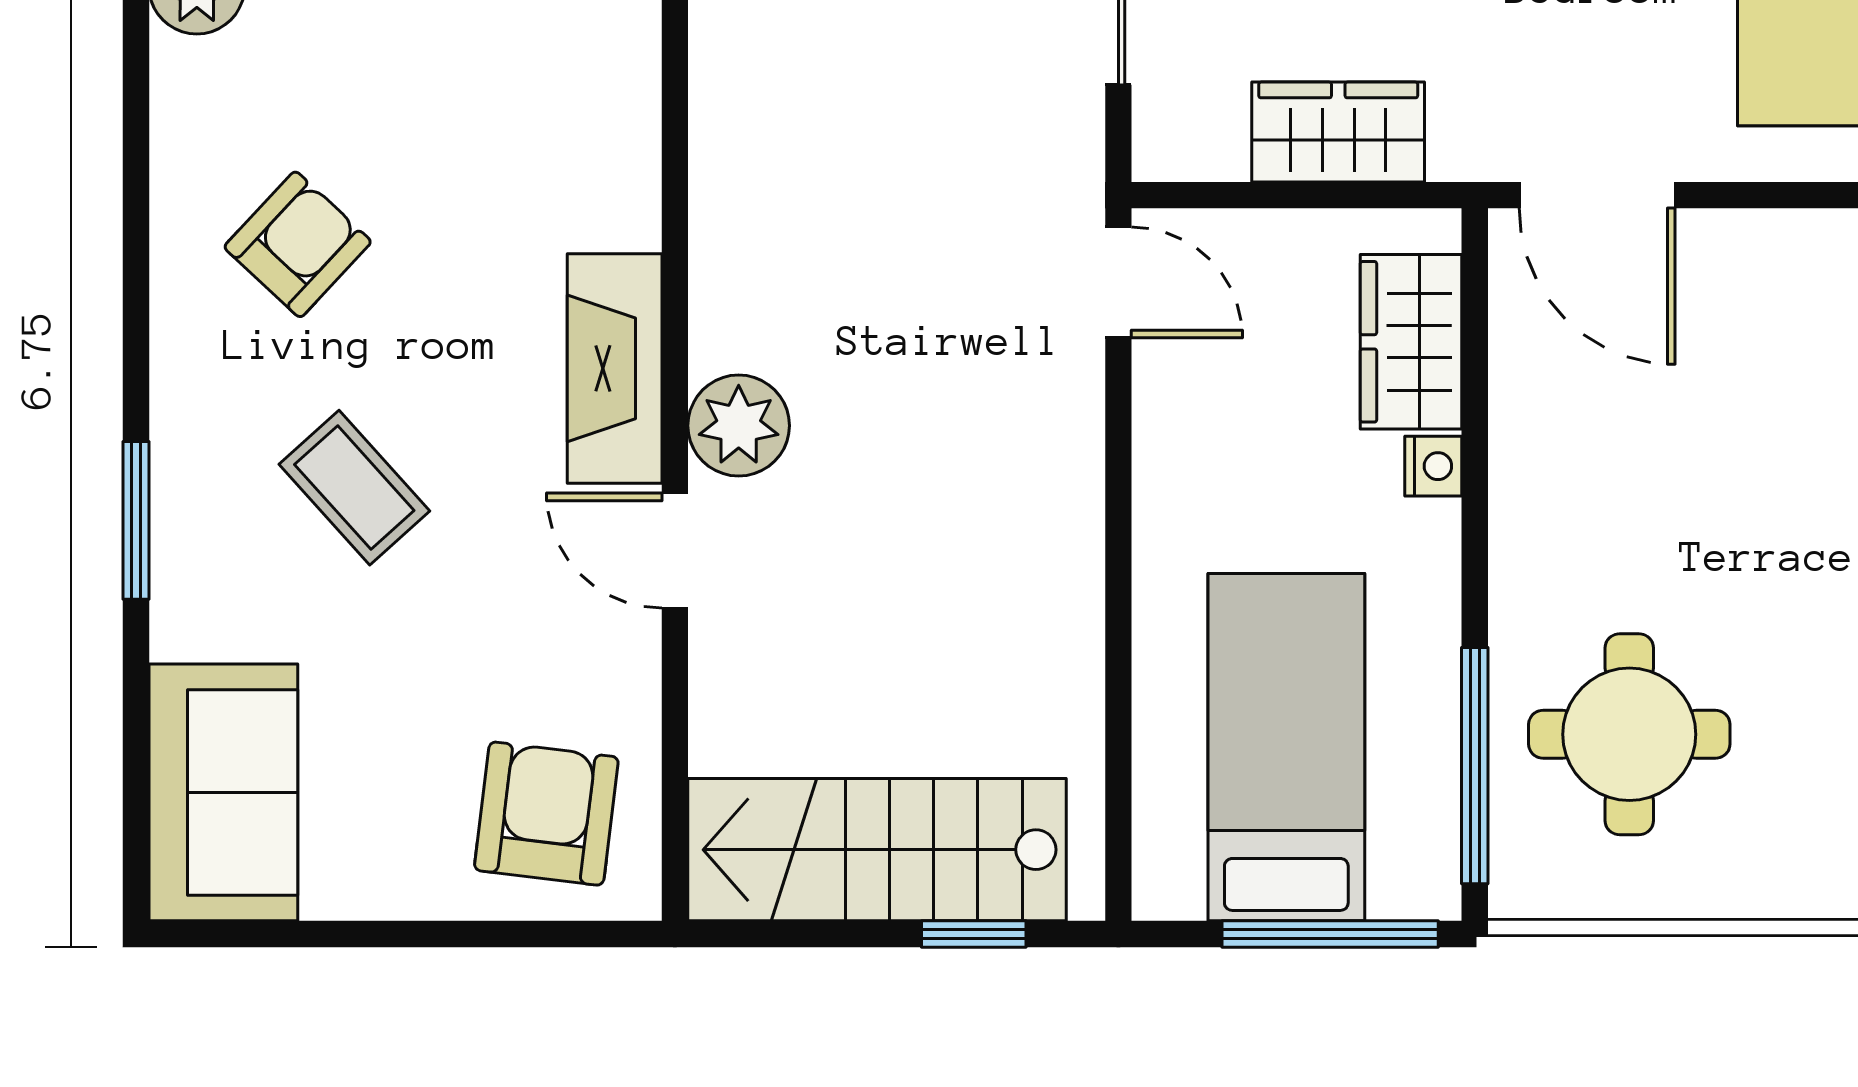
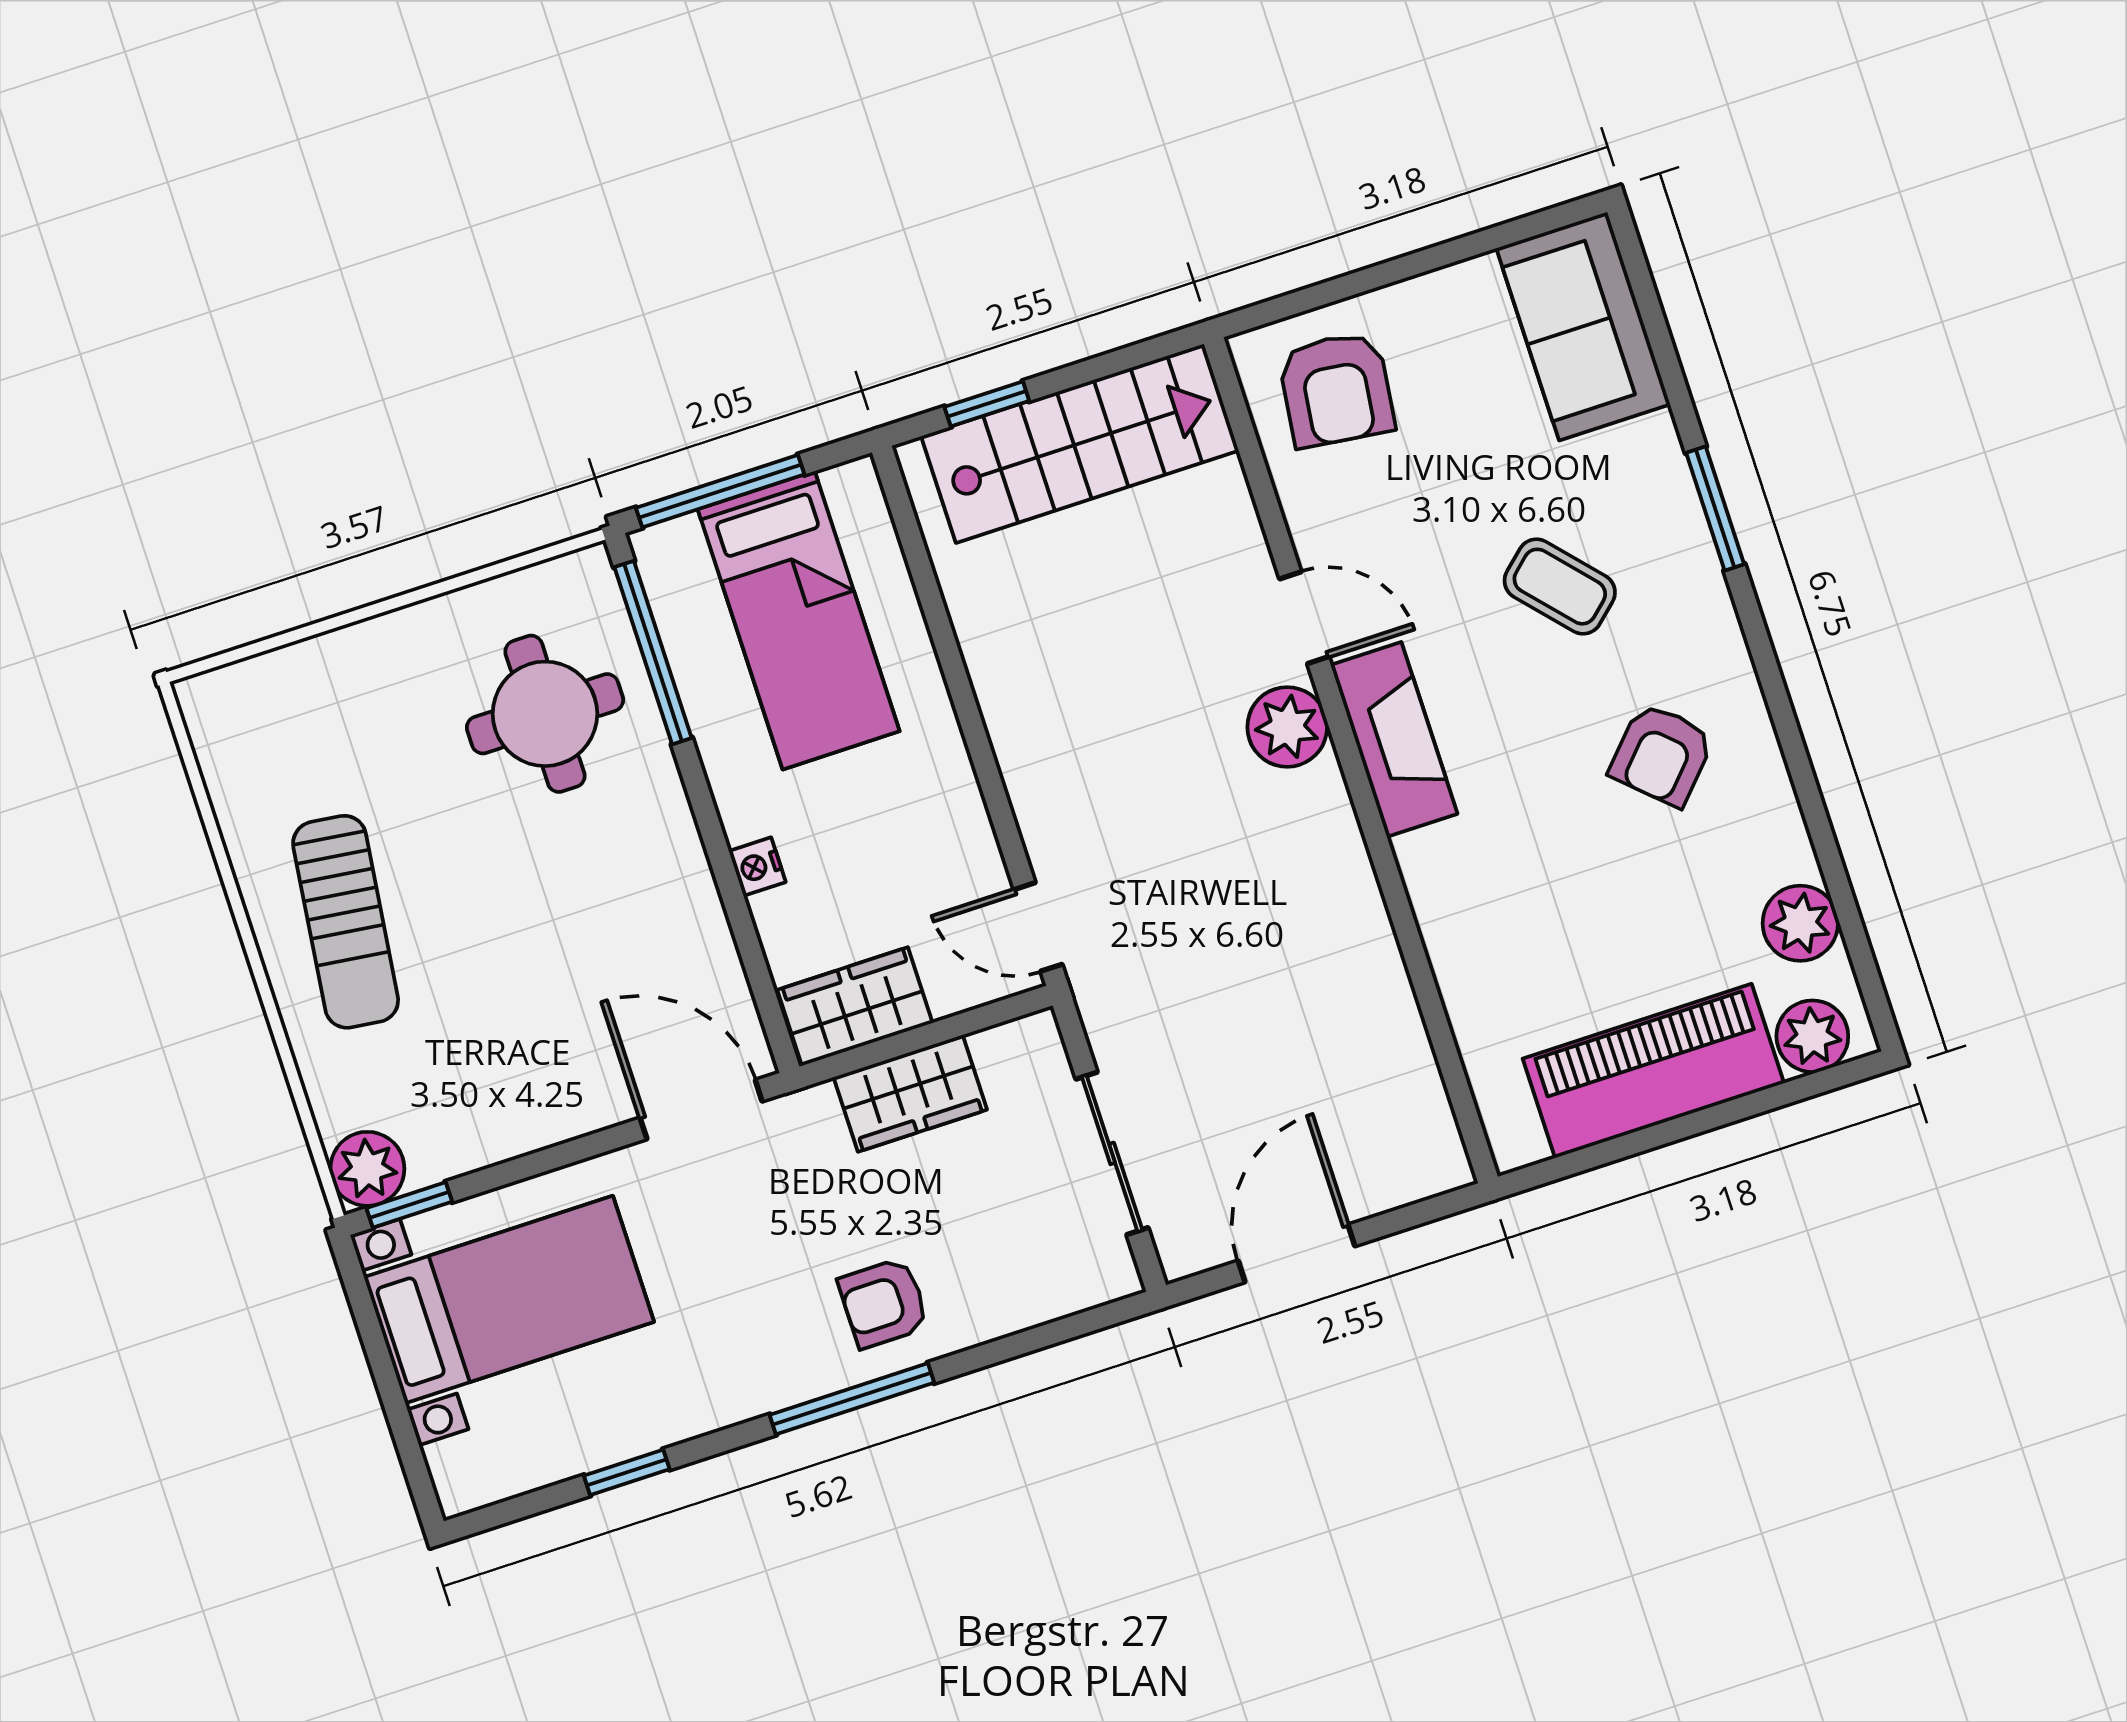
wardrobe: (1411, 342) -> (855, 1006), moved, turned -90

